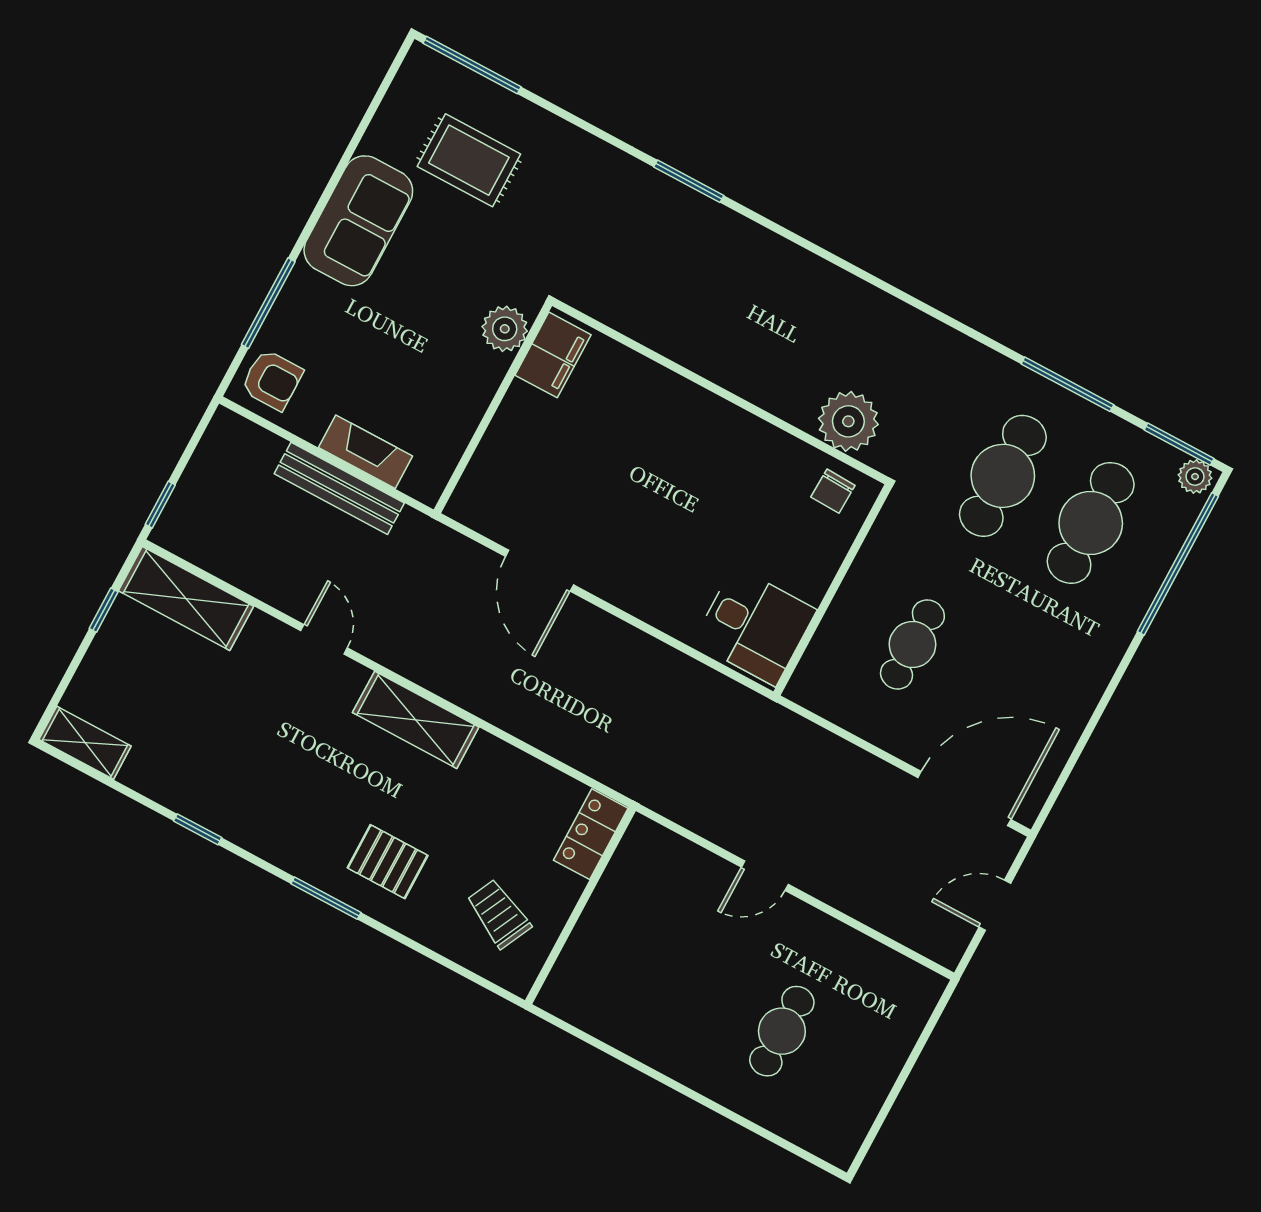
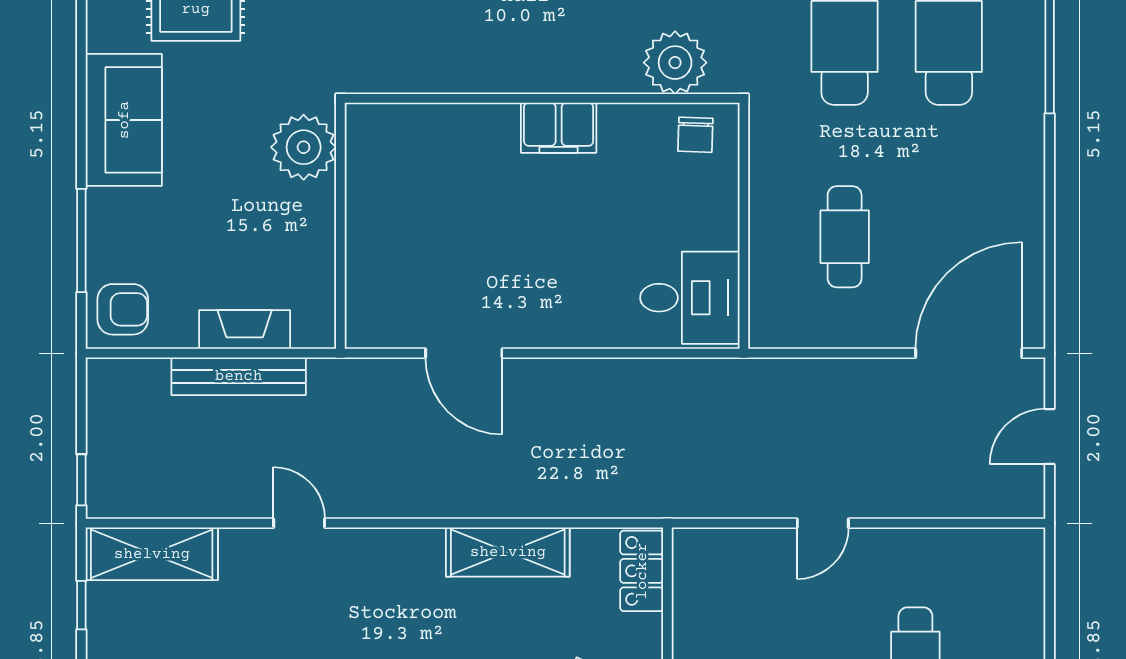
plant: (505, 329) -> (304, 147), width x1.36, depth x1.36
filing cabinet: (553, 355) -> (559, 128), moved, turned 90
shelving: (416, 720) -> (508, 552), moved

